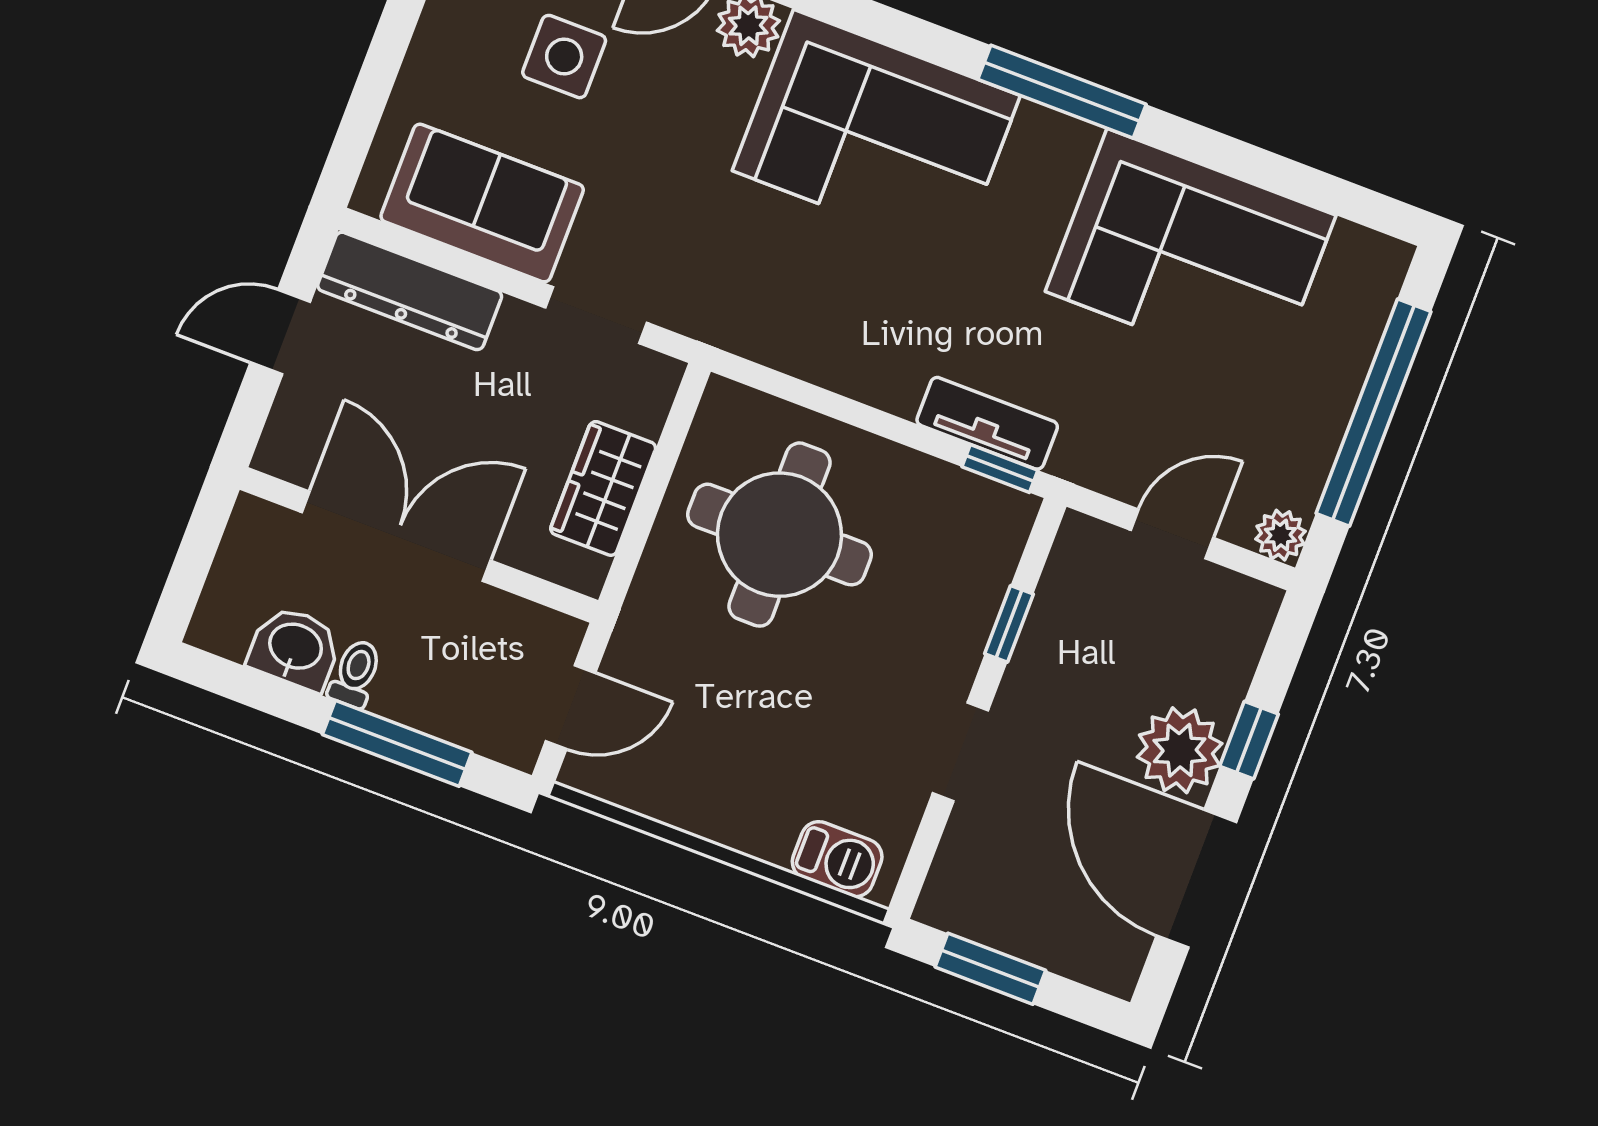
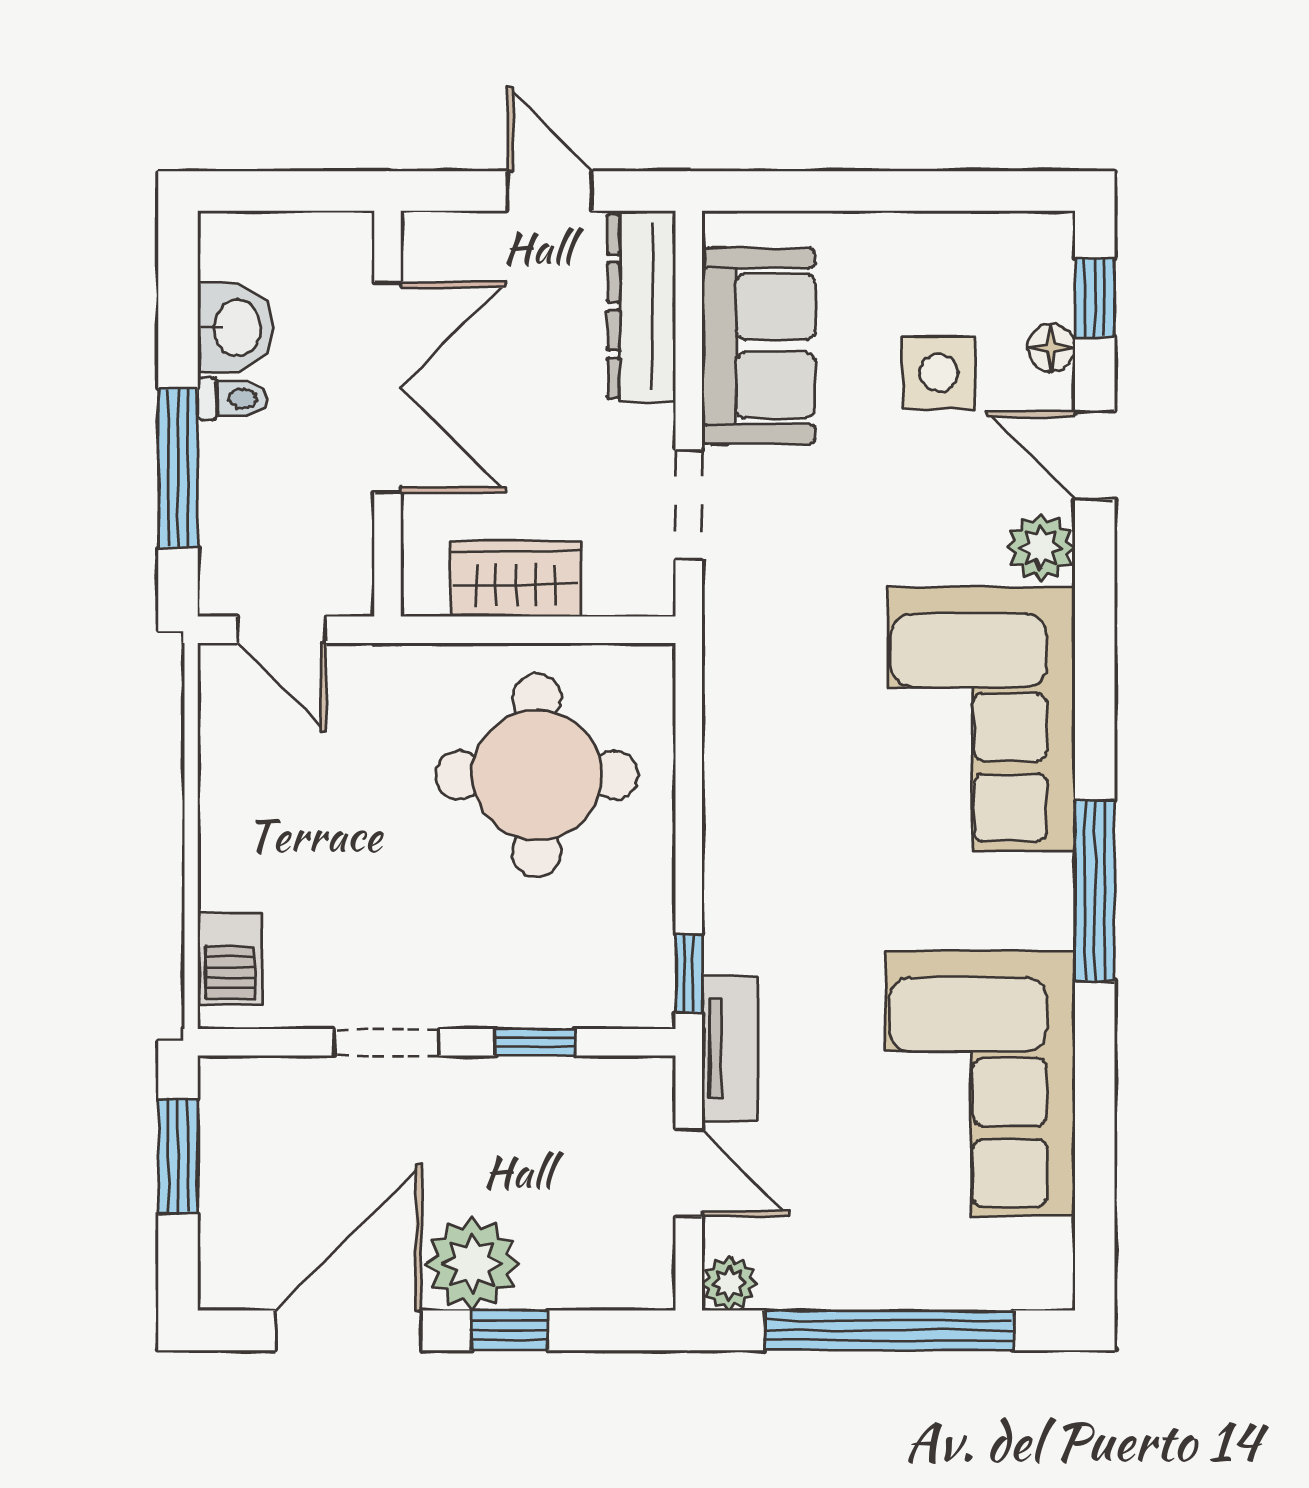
tv unit: (987, 423) -> (730, 1049), moved

